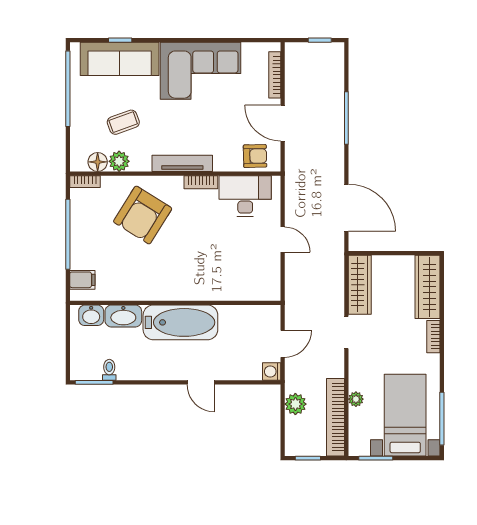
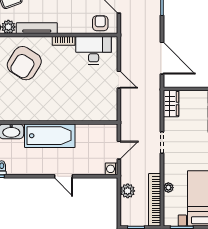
armchair: (255, 156) -> (100, 23), turned -89
tv unit: (182, 163) -> (37, 28), moved
wardrobe: (360, 285) -> (171, 104), width x0.67

